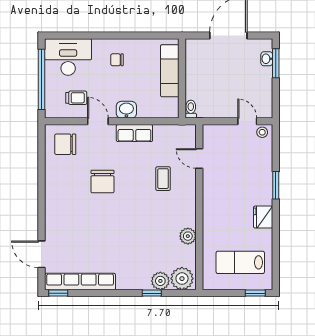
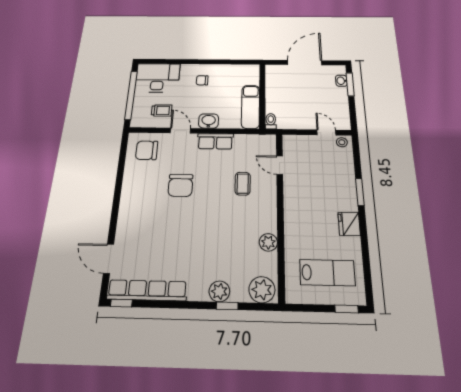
exam couch: (170, 71) -> (251, 107), moved
lab bench: (240, 262) -> (327, 273), turned 180
plant: (160, 281) -> (219, 291), moved

